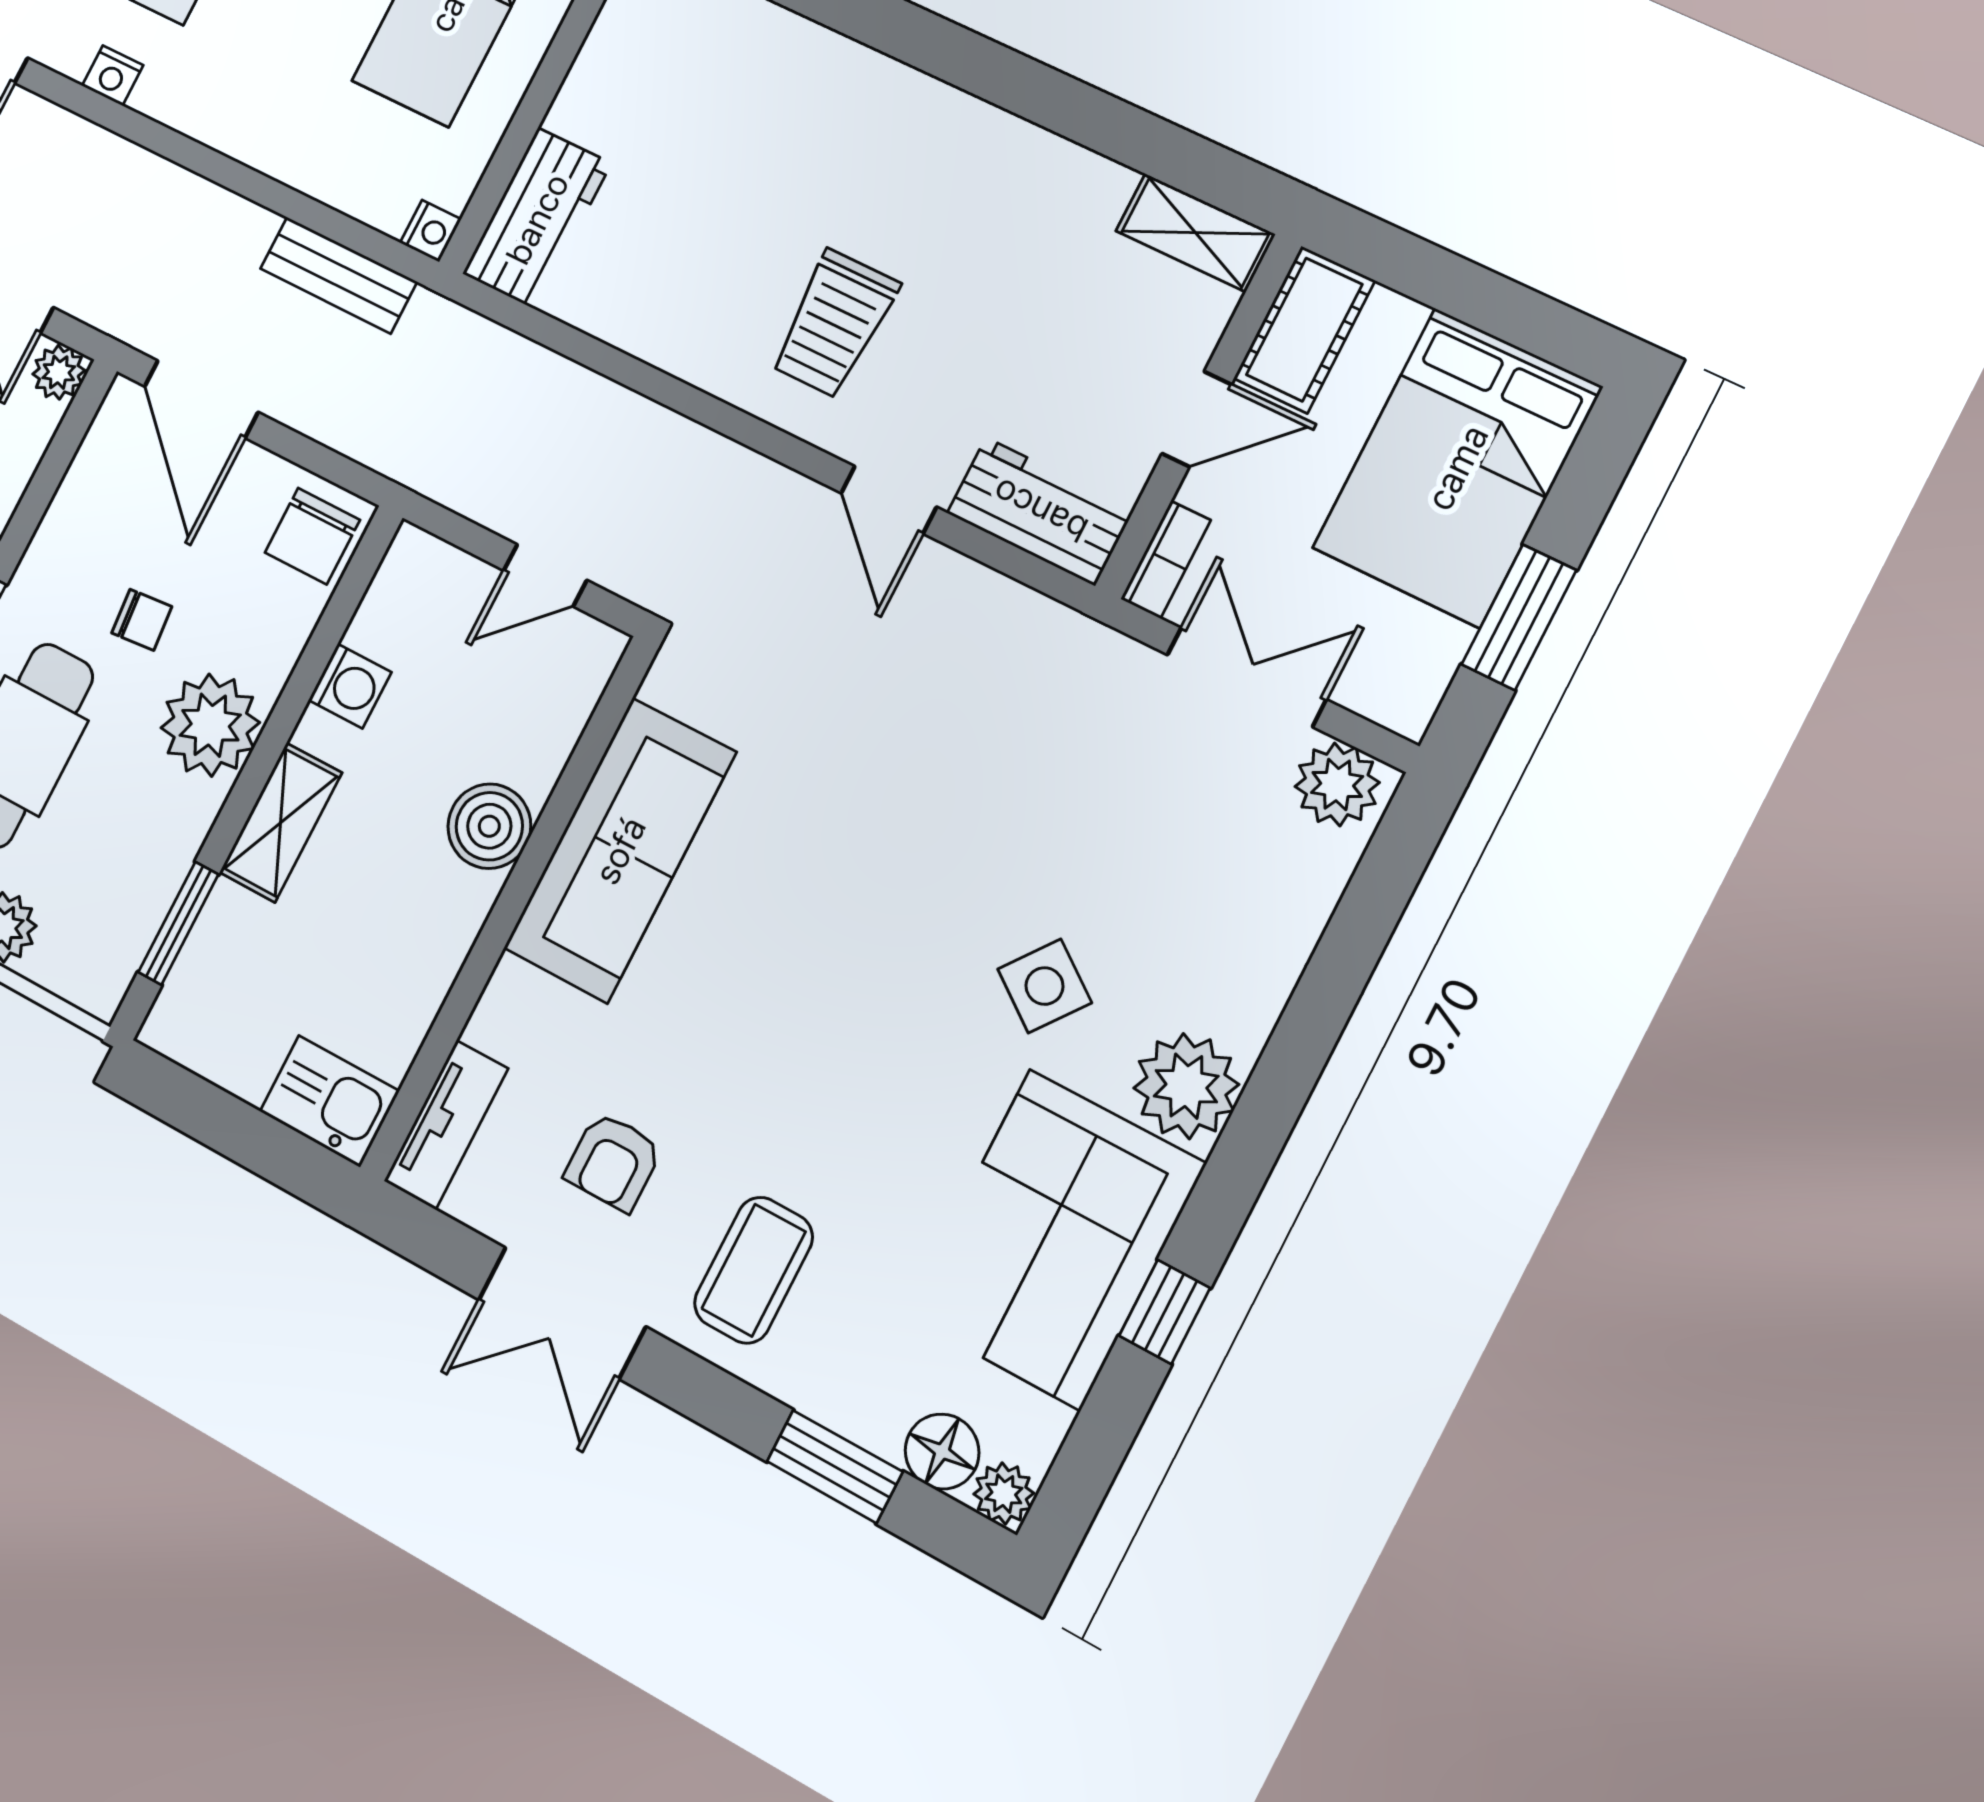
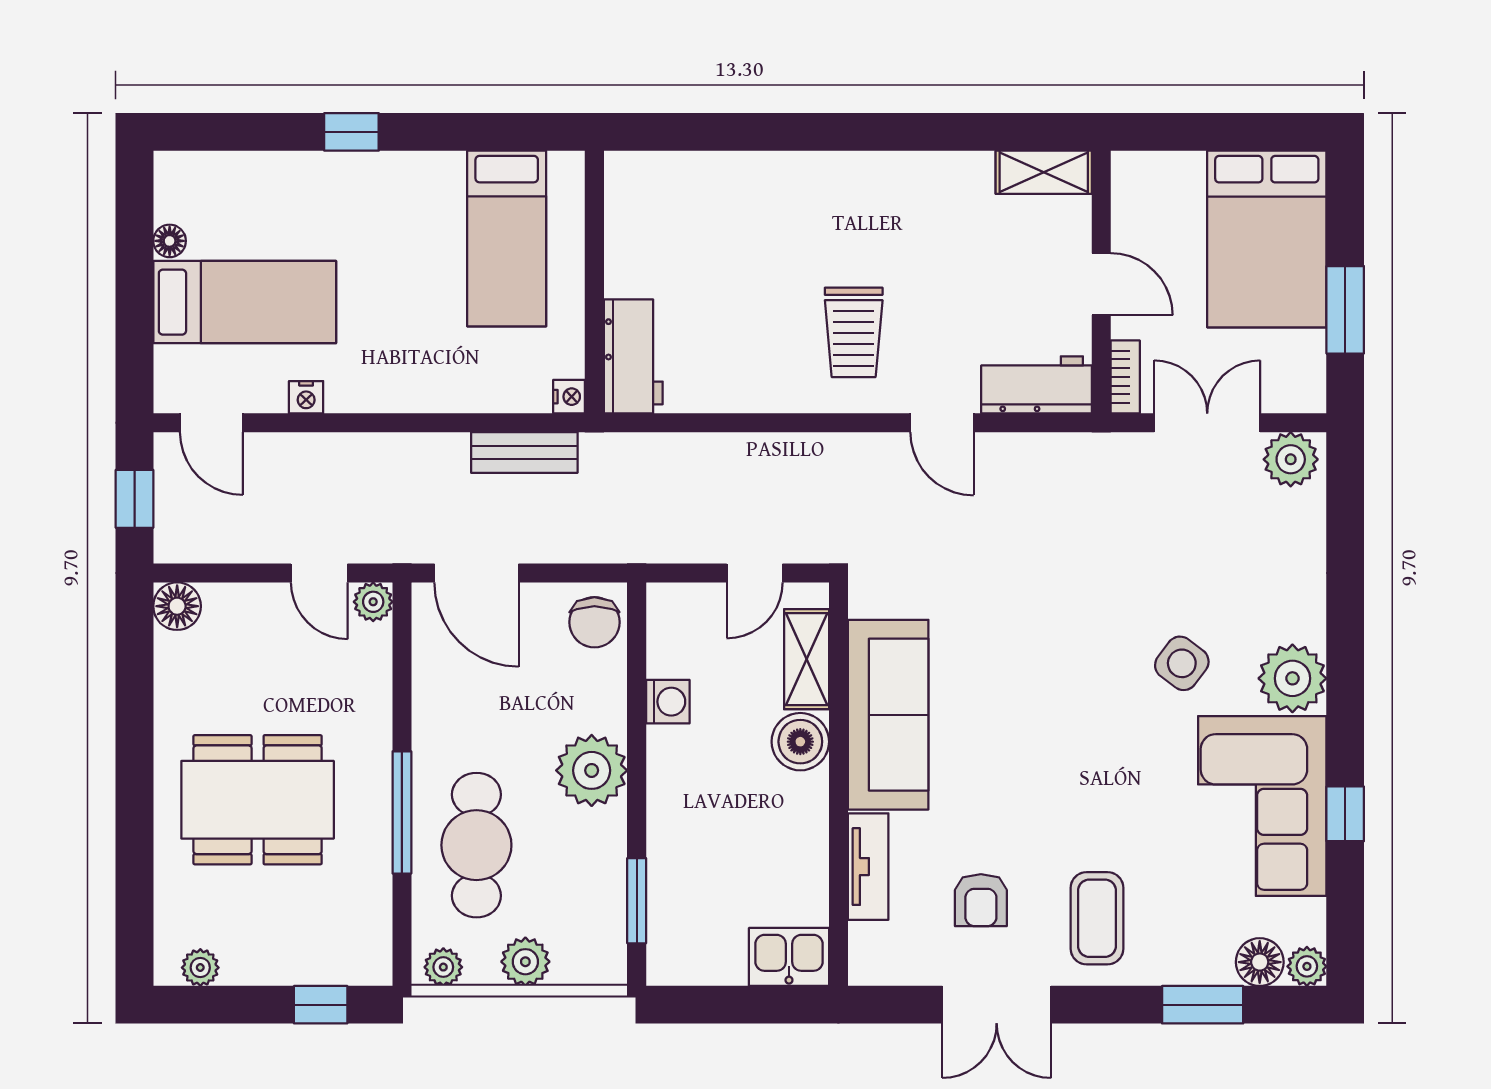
cot: (1304, 330) -> (1137, 200), removed
door: (1197, 419) -> (1101, 284), hinge flipped
chair: (142, 620) -> (512, 728), removed
shelving: (281, 823) -> (807, 659), moved
tv unit: (446, 1125) -> (868, 867), moved

